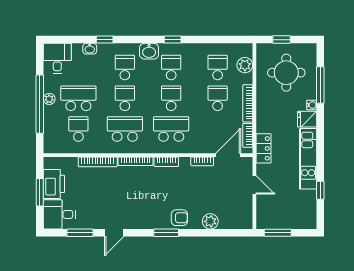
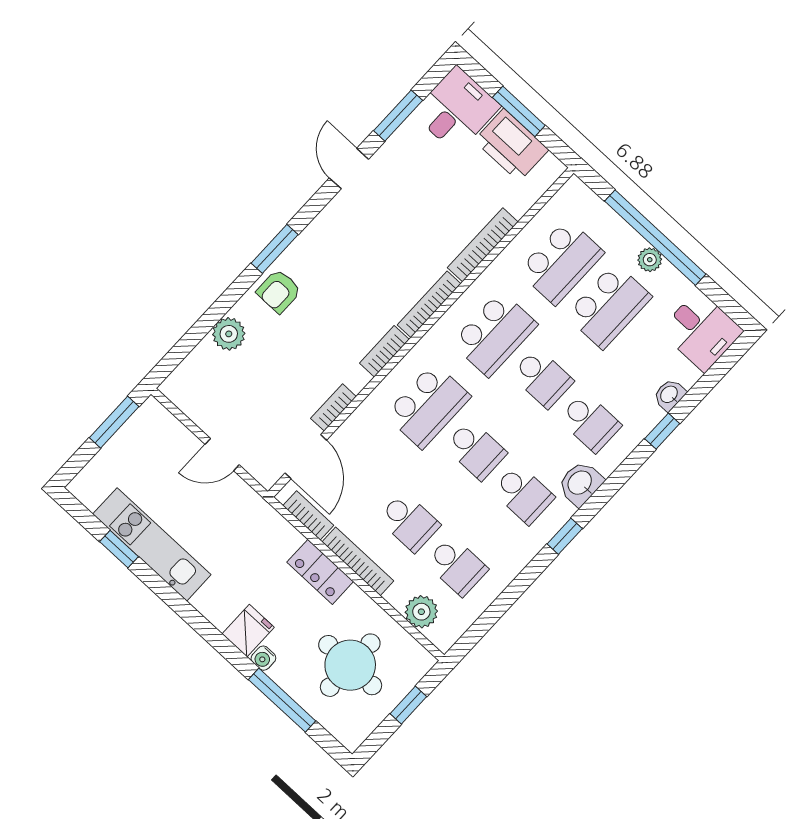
school desk: (78, 129) -> (561, 262), width x1.85
locker: (264, 148) -> (320, 572), moved
kitchen unit: (308, 159) -> (152, 544), moved

